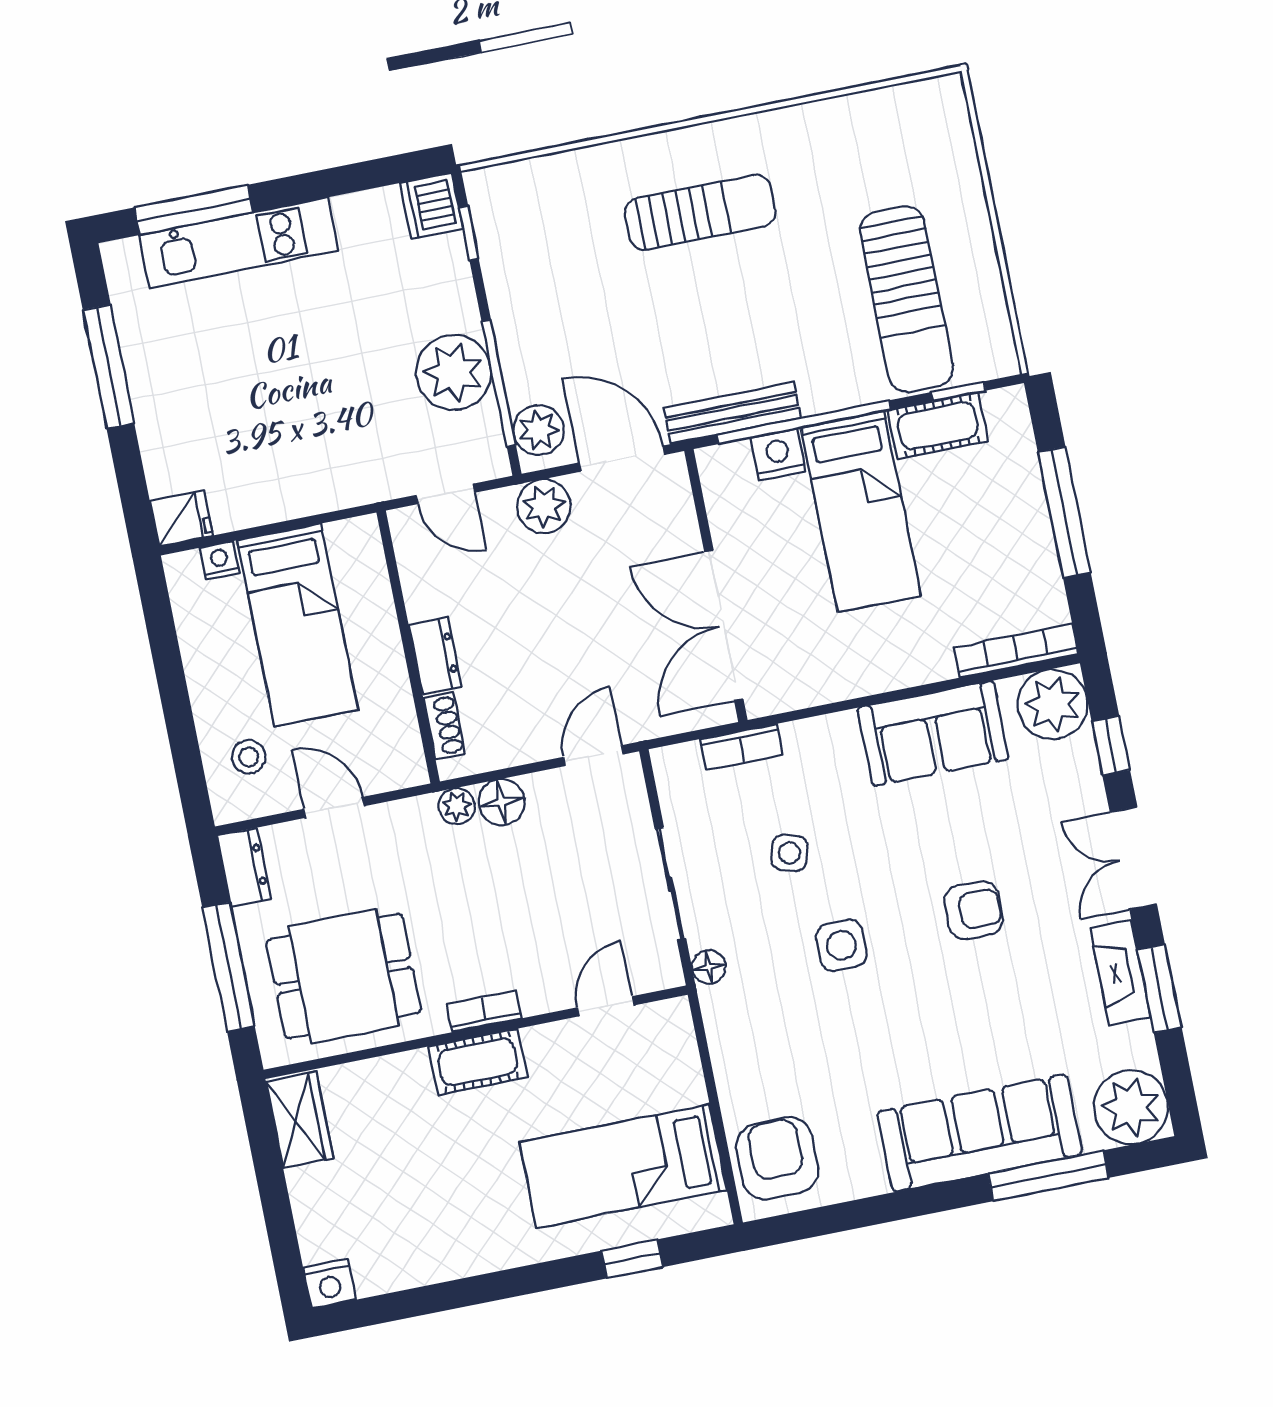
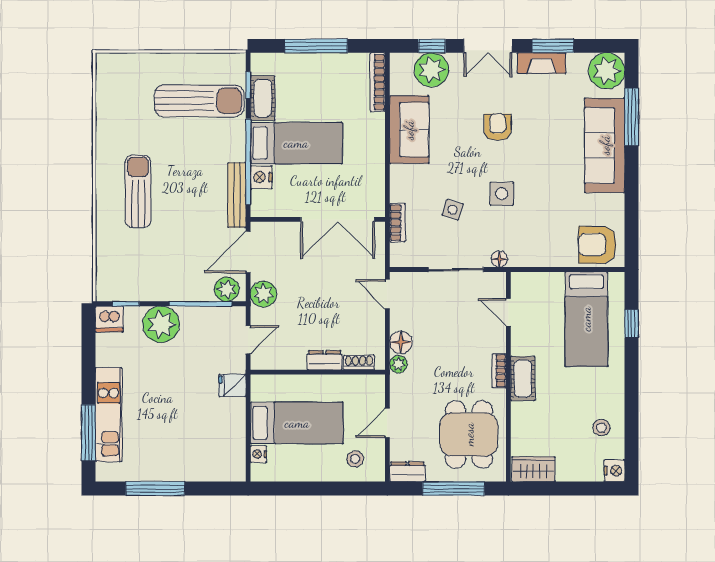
plant: (454, 372) -> (161, 324), moved
fridge: (181, 518) -> (232, 385), moved, turned -90
plant: (1053, 704) -> (431, 70), moved
stool: (411, 1240) -> (602, 428), added

